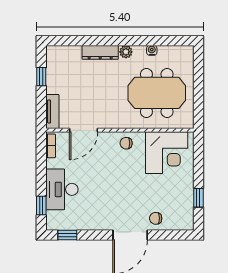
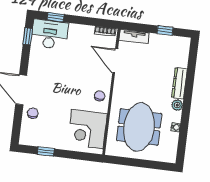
desk: (62, 189) -> (50, 34), moved

